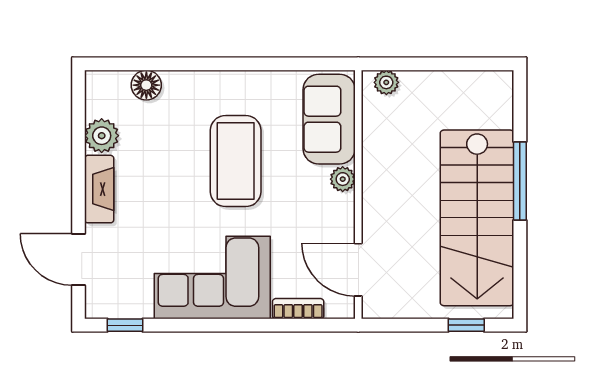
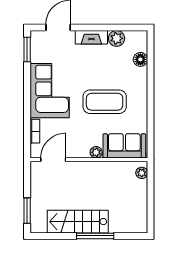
stairs: (477, 218) -> (78, 222), width x0.73, depth x0.66
window: (125, 325) -> (27, 49), width x1.50
window: (466, 325) -> (27, 211), width x1.50

